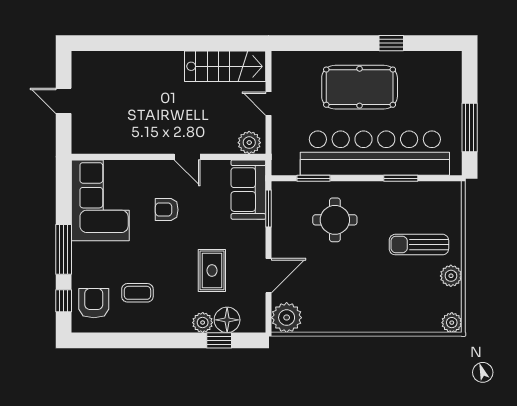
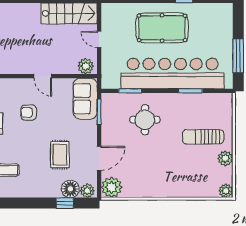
plant: (203, 323) -> (87, 191), moved

